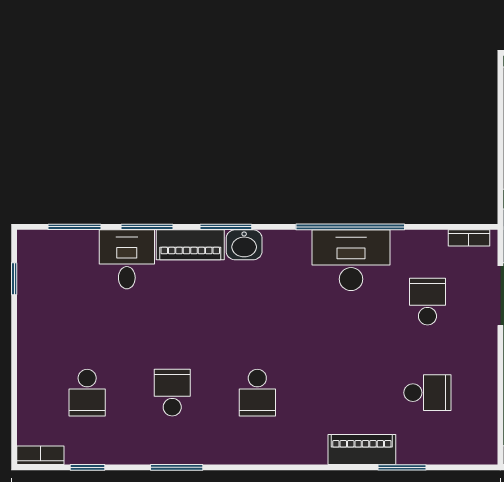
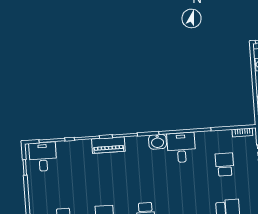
washbasin: (244, 245) -> (157, 142), moved
desk: (127, 259) -> (43, 157), moved
desk: (351, 260) -> (181, 147), width x0.73

